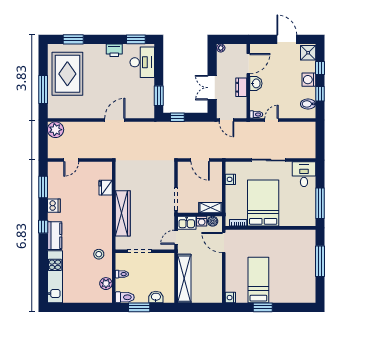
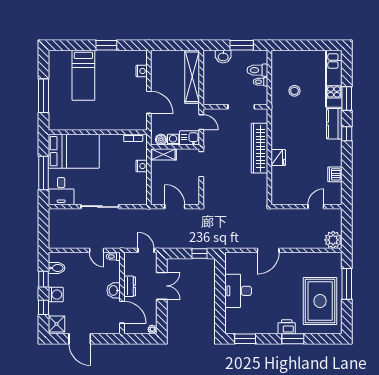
window: (73, 39) -> (293, 339), moved
printer: (114, 50) -> (287, 327), moved
desk: (142, 62) -> (238, 291), moved
door: (248, 64) -> (122, 312), swing flipped
window: (159, 96) -> (220, 277), removed
door: (272, 120) -> (97, 250), hinge flipped
nightstand: (230, 179) -> (142, 166), moved
window: (43, 187) -> (347, 98), moved
fridge: (106, 188) -> (278, 158), moved
bed: (263, 203) -> (74, 151), moved, turned -90
window: (320, 203) -> (44, 173), moved
dishwasher: (54, 206) -> (335, 174), moved
door: (176, 237) -> (201, 122), hinge flipped
door: (224, 243) -> (149, 102), moved
stool: (99, 254) -> (294, 91), moved
bed: (258, 280) -> (83, 75), moved
plant: (106, 284) -> (278, 71), removed
toilet: (125, 297) -> (257, 70), moved
nightstand: (230, 298) -> (142, 71), moved

